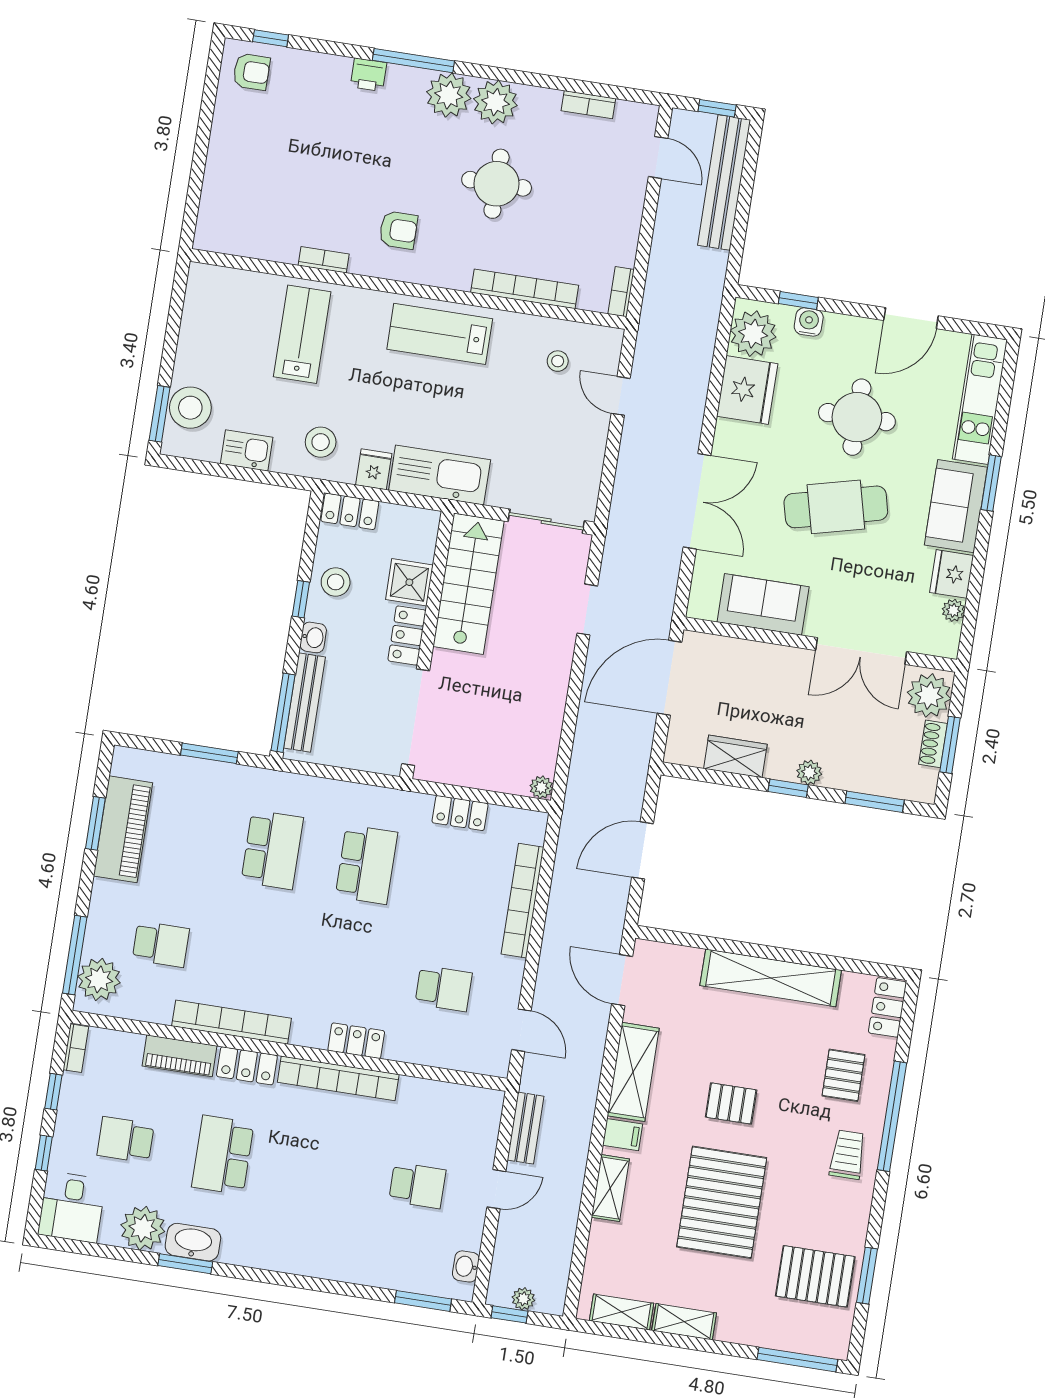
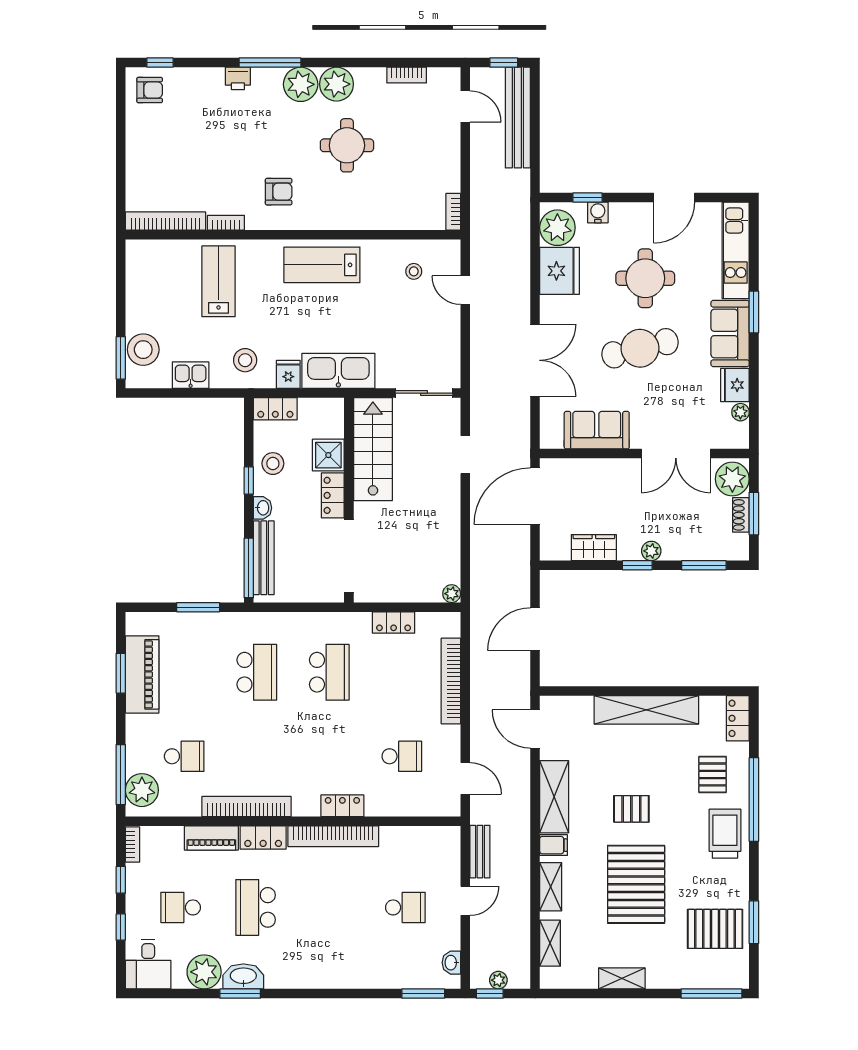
bookcase: (525, 289) -> (166, 221), moved
trolley: (847, 1155) -> (725, 834), width x1.36, depth x1.39
shelving: (622, 1312) -> (550, 943), moved, turned 90

